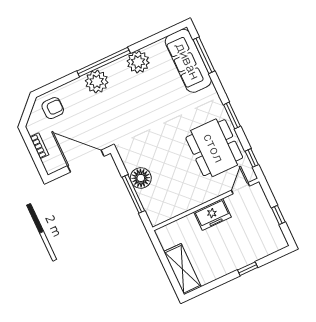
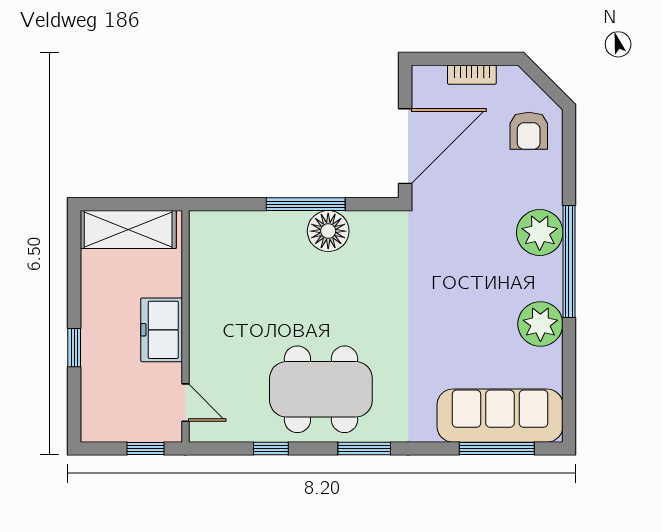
door: (241, 188) -> (185, 403), moved
wall: (206, 204) -> (185, 326), moved
freezer: (212, 214) -> (162, 330), moved

